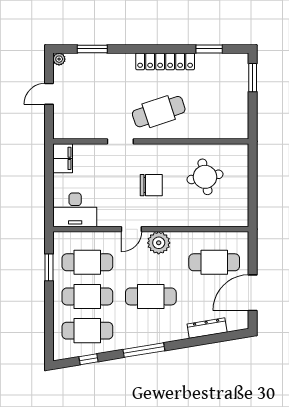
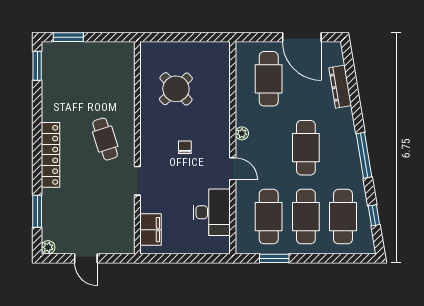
window: (209, 49) -> (37, 66), moved
locker: (165, 61) -> (51, 155), moved
cafe table: (159, 112) -> (105, 139), width x0.73, depth x0.74
filing cabinet: (63, 158) -> (151, 230), moved, turned 90
round table: (205, 177) -> (176, 89), turned -33
chair: (151, 185) -> (185, 147), width x0.54, depth x0.54
desk: (75, 210) -> (212, 212), moved
plant: (159, 243) -> (242, 133), width x0.53, depth x0.53

